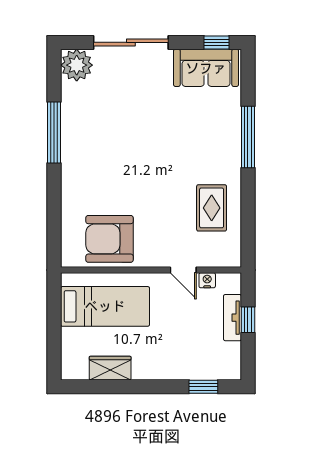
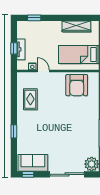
window: (248, 137) -> (14, 131), width x0.46
armchair: (109, 239) -> (77, 85), turned 90
wardrobe: (110, 368) -> (76, 26), width x1.50

